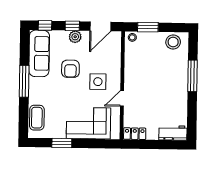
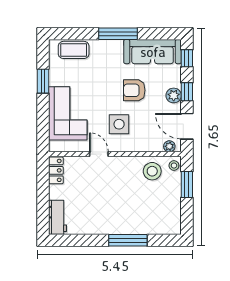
plant: (117, 41) -> (169, 146), added
stool: (173, 42) -> (152, 171), moved

